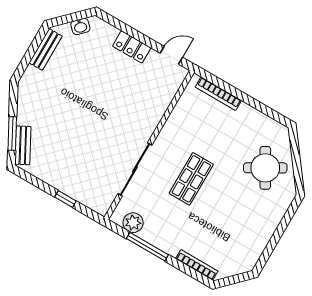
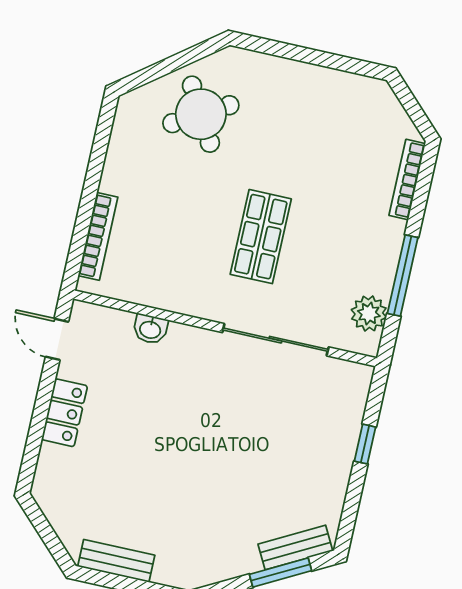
washbasin: (80, 26) -> (150, 329), moved, turned 135
shop shelf: (191, 179) -> (261, 237), turned 90

